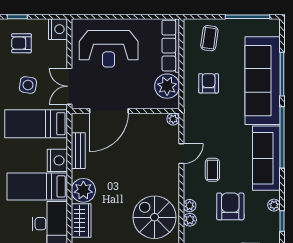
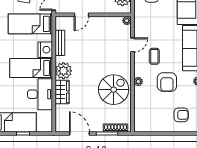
door: (109, 111) -> (81, 15), width x0.53
armchair: (230, 206) -> (167, 82), turned 180
spiral stairs: (155, 217) -> (114, 90), turned 90
plant: (190, 220) -> (138, 91), removed

